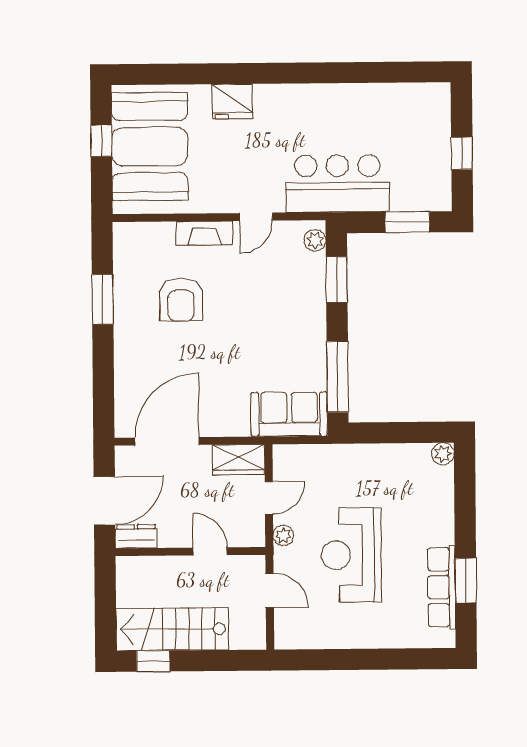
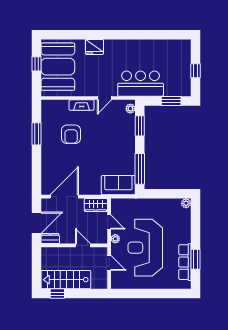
door: (269, 498) -> (109, 222), hinge flipped
reception desk: (351, 555) -> (145, 248), width x1.36, depth x1.30

